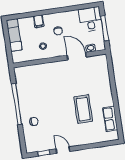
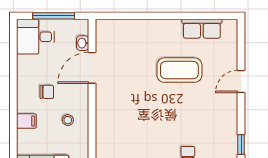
door: (63, 150) -> (241, 81), moved

